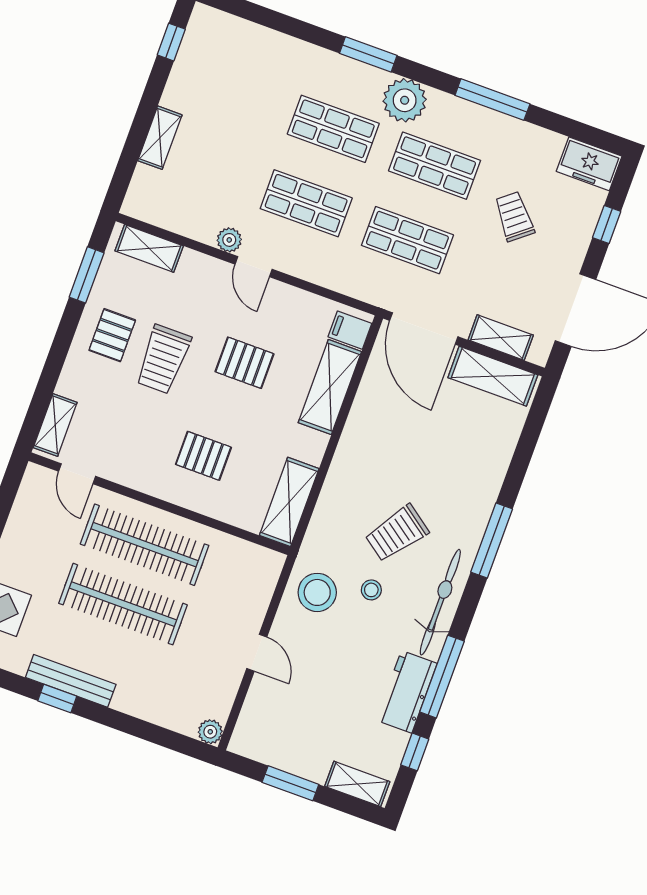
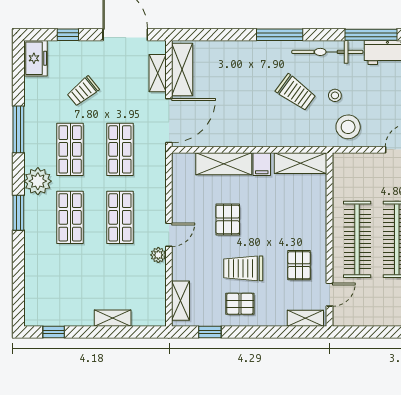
window: (87, 275) -> (210, 332), width x0.67
filing cabinet: (350, 330) -> (262, 164), moved
trolley: (163, 359) -> (243, 268), turned 180
pallet: (203, 456) -> (299, 265), moved

